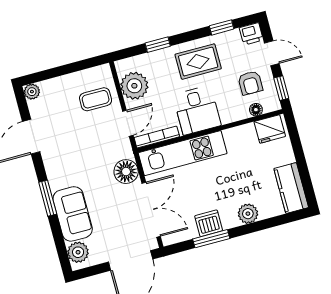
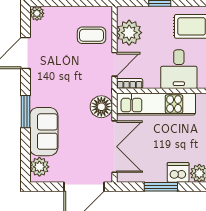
bookcase: (157, 137) -> (130, 84), width x0.64
dishwasher: (209, 223) -> (178, 172), moved

